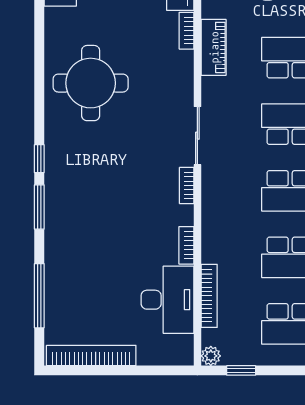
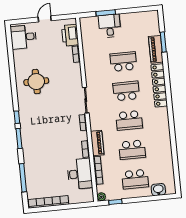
piano: (214, 47) -> (97, 143), moved
round table: (91, 83) -> (36, 82), width x0.73, depth x0.73

